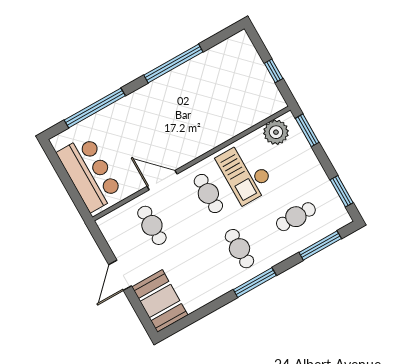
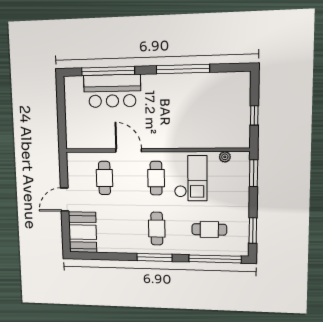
plant: (276, 132) -> (225, 157), width x0.53, depth x0.53
bar counter: (90, 173) -> (112, 91), moved, turned 90
checkout: (245, 173) -> (191, 178), turned 180
window: (320, 245) -> (215, 259), width x1.46

